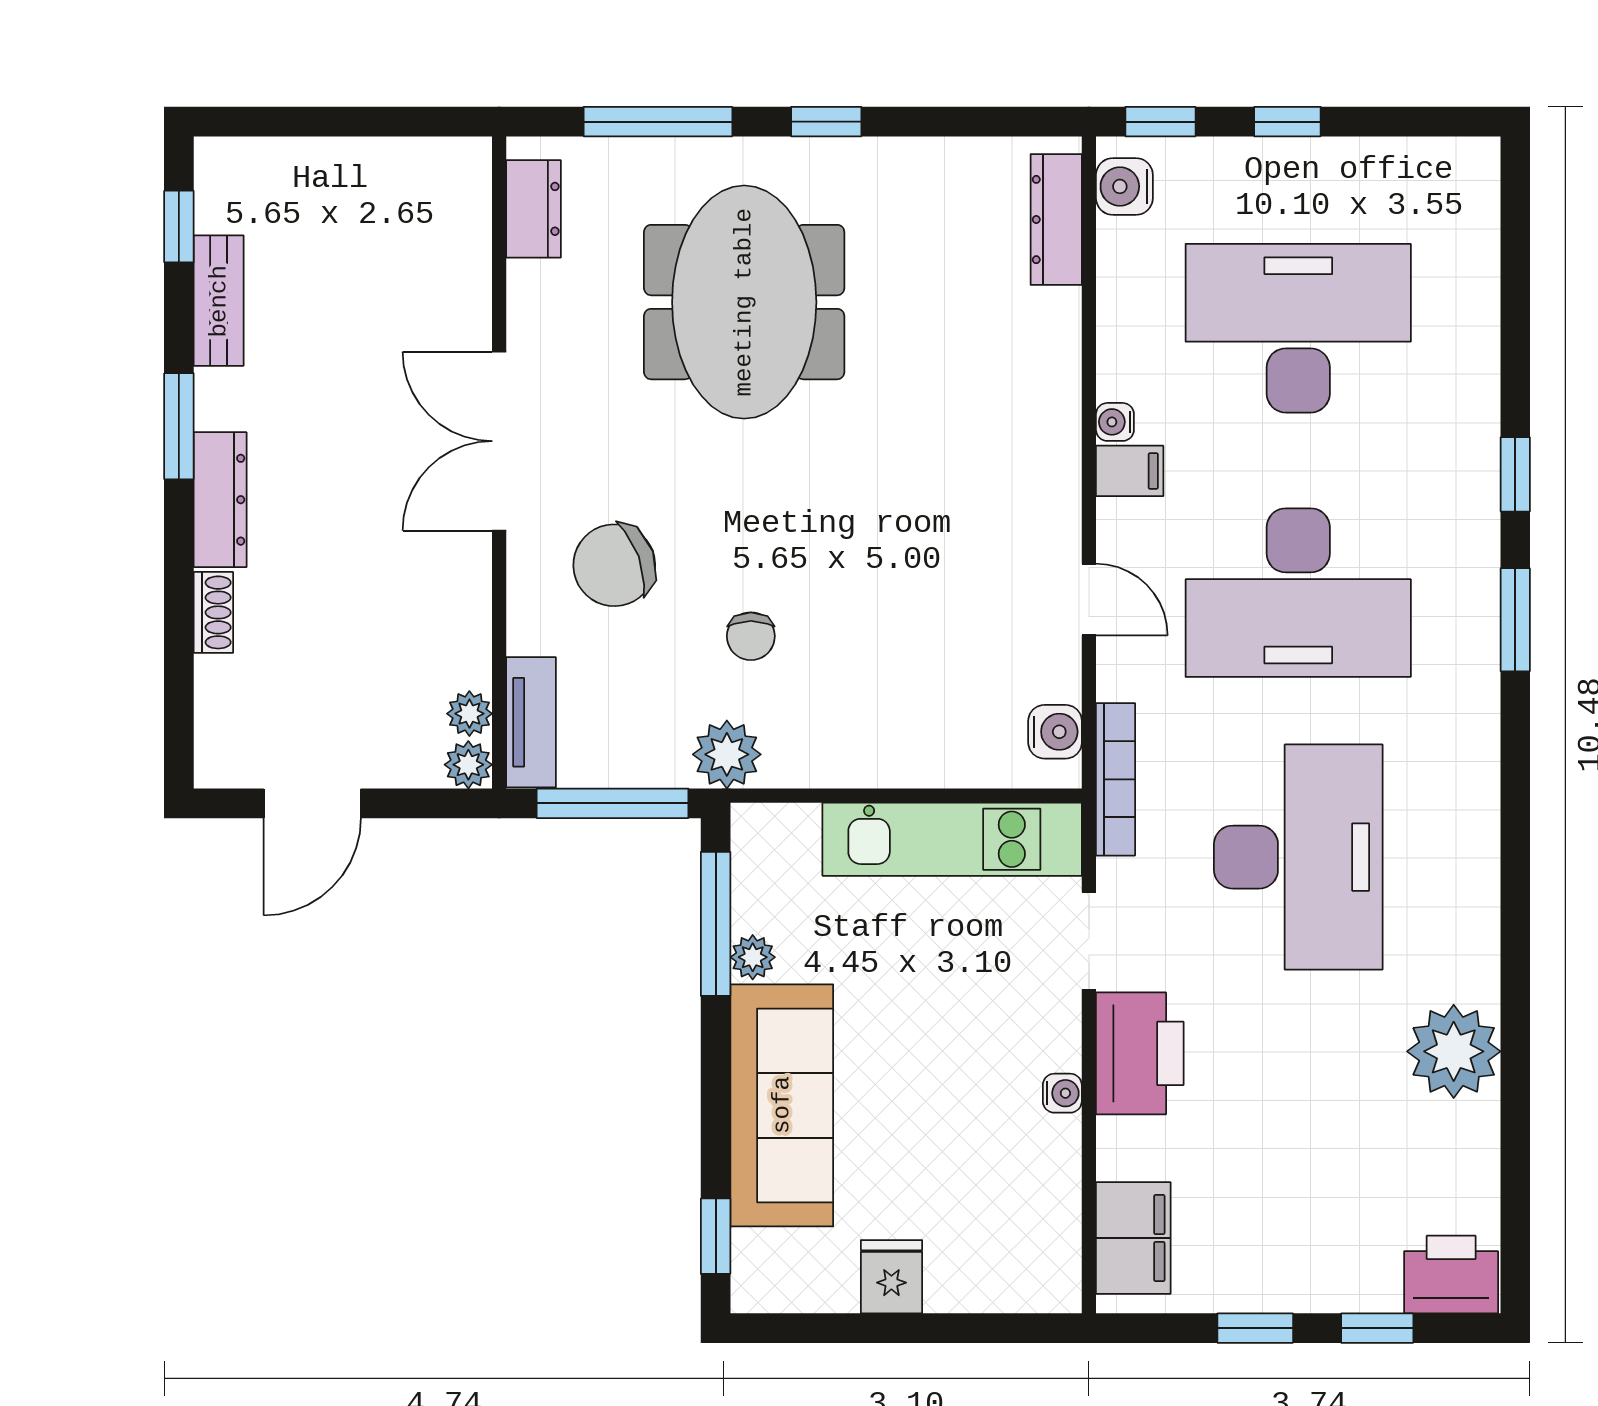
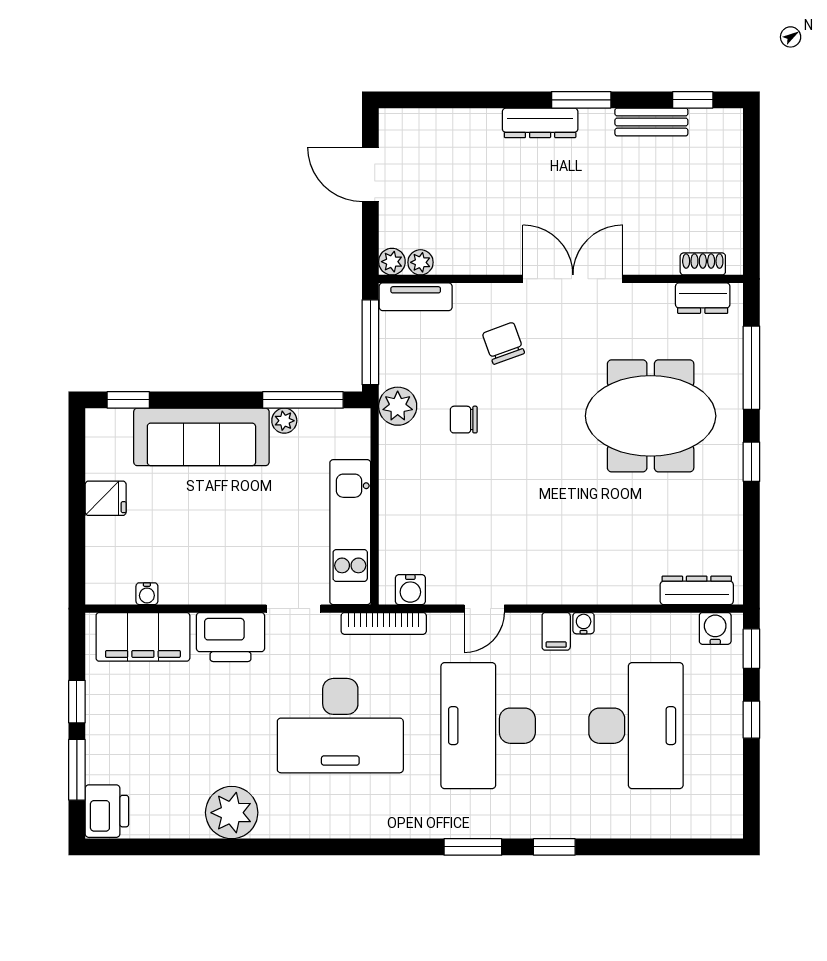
chair: (614, 565) -> (503, 343), width x0.73, depth x0.73
shoe rack: (213, 612) -> (703, 264), moved, turned 180
water cooler: (1062, 1093) -> (147, 594), moved
filing cabinet: (1133, 1238) -> (143, 637), width x1.50, depth x1.17
window: (1377, 1328) -> (77, 770), width x1.50

